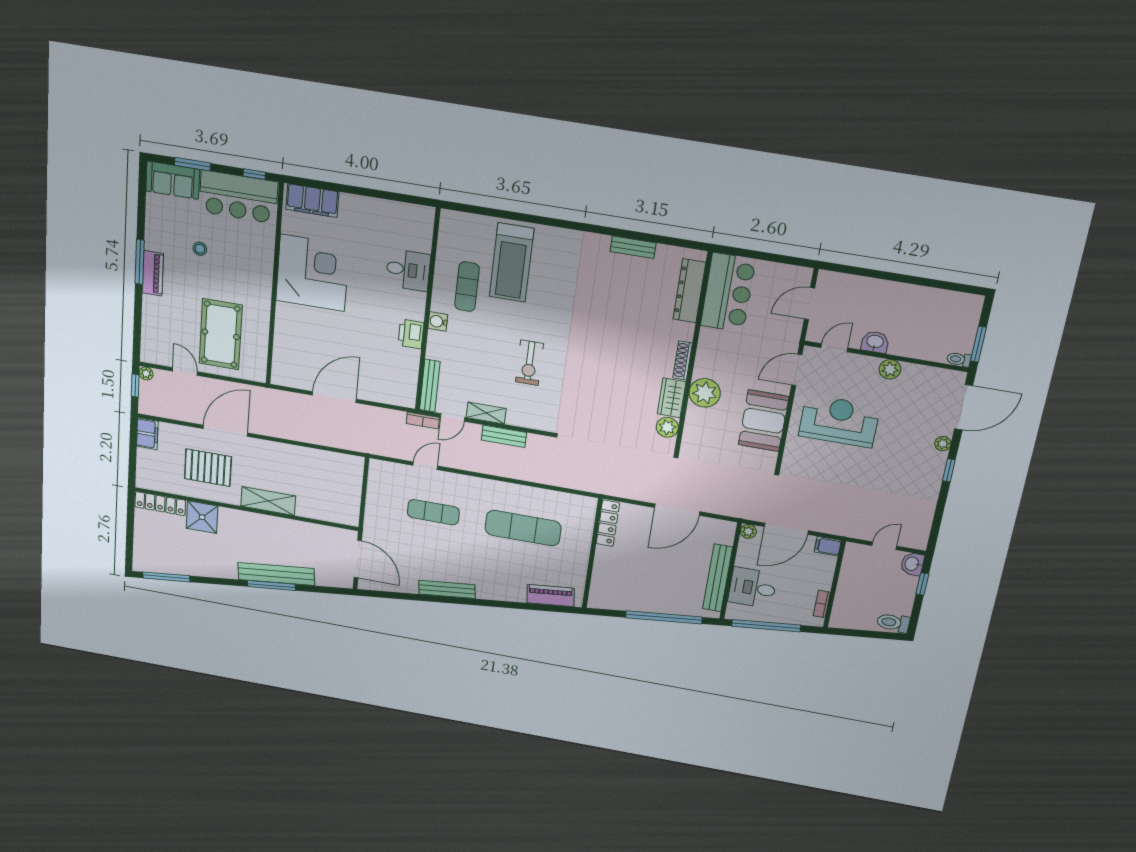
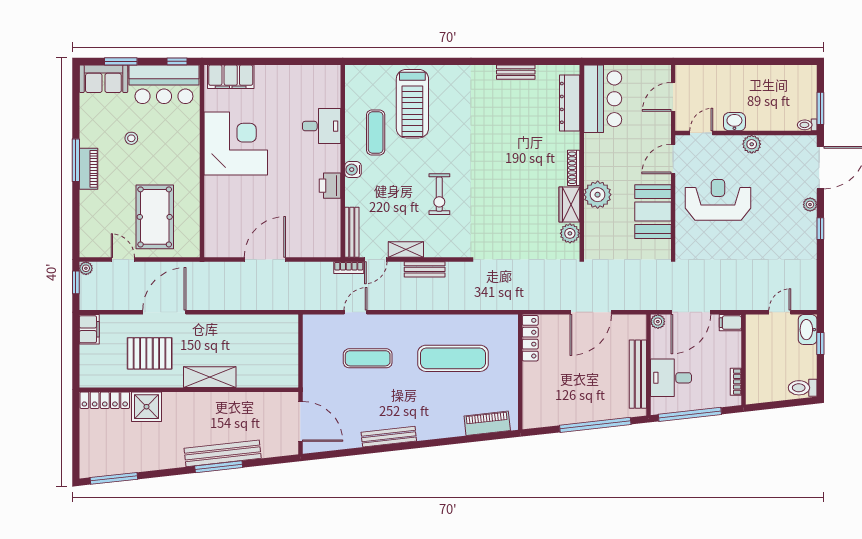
washbasin: (912, 564) -> (808, 330), width x1.38

